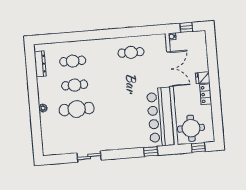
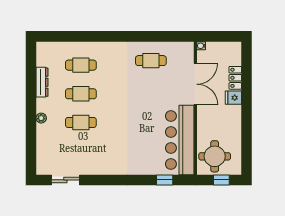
window: (186, 27) -> (219, 36), removed
dresser: (40, 64) -> (42, 82), moved
locker: (206, 94) -> (235, 78), moved
cafe table: (77, 109) -> (81, 122), width x0.73, depth x0.74
sliding door: (89, 156) -> (65, 180), moved

